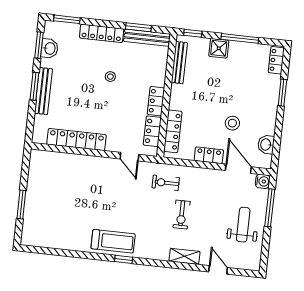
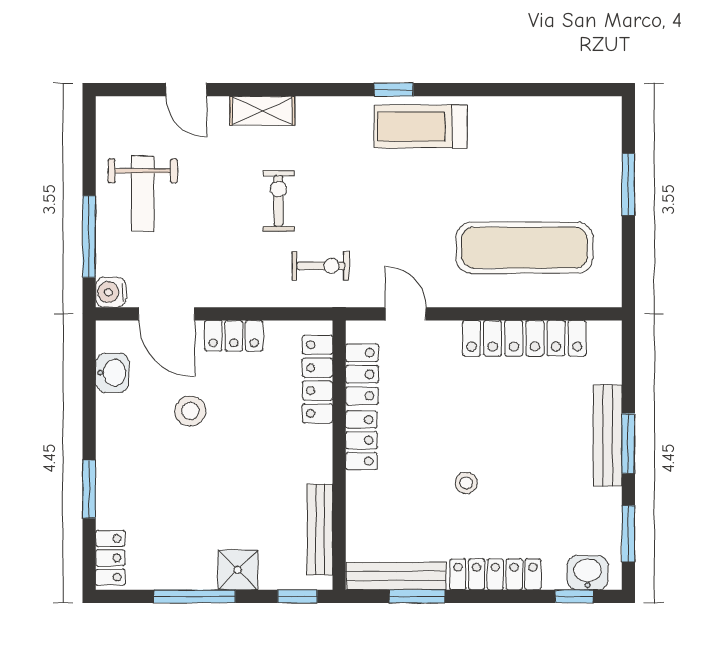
window: (67, 19) -> (574, 596), width x0.67
washbasin: (50, 48) -> (588, 573), moved, turned 90
exercise mat: (72, 181) -> (524, 248), added

